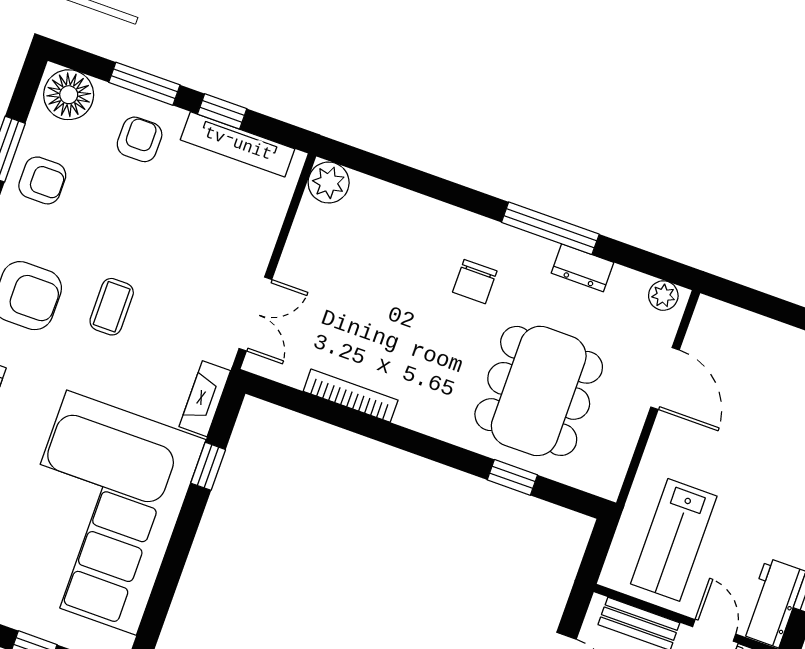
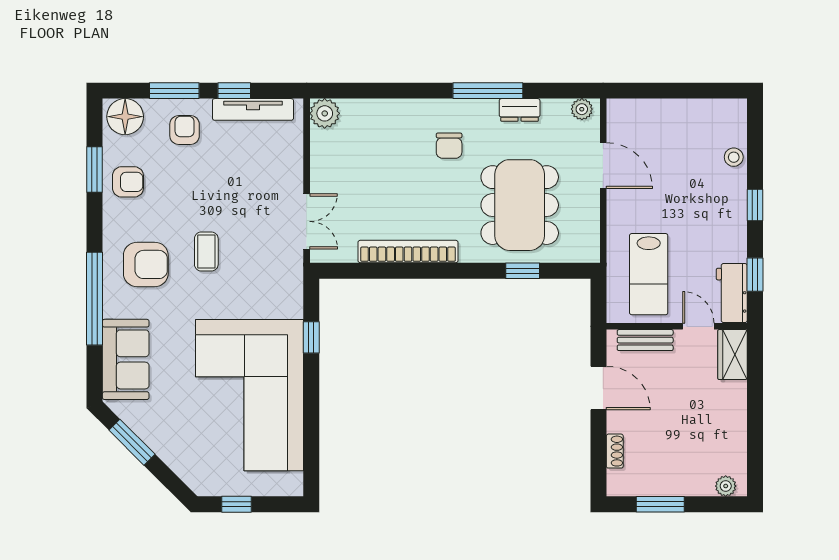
bookcase: (351, 396) -> (408, 251), width x1.48, depth x1.31
fireplace: (205, 399) -> (293, 292), removed

